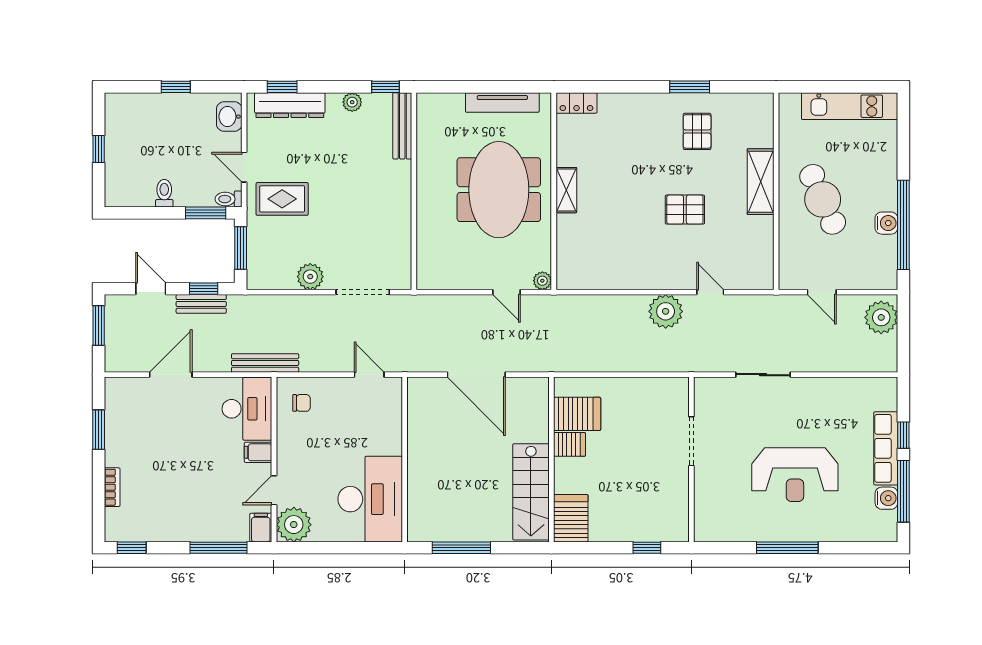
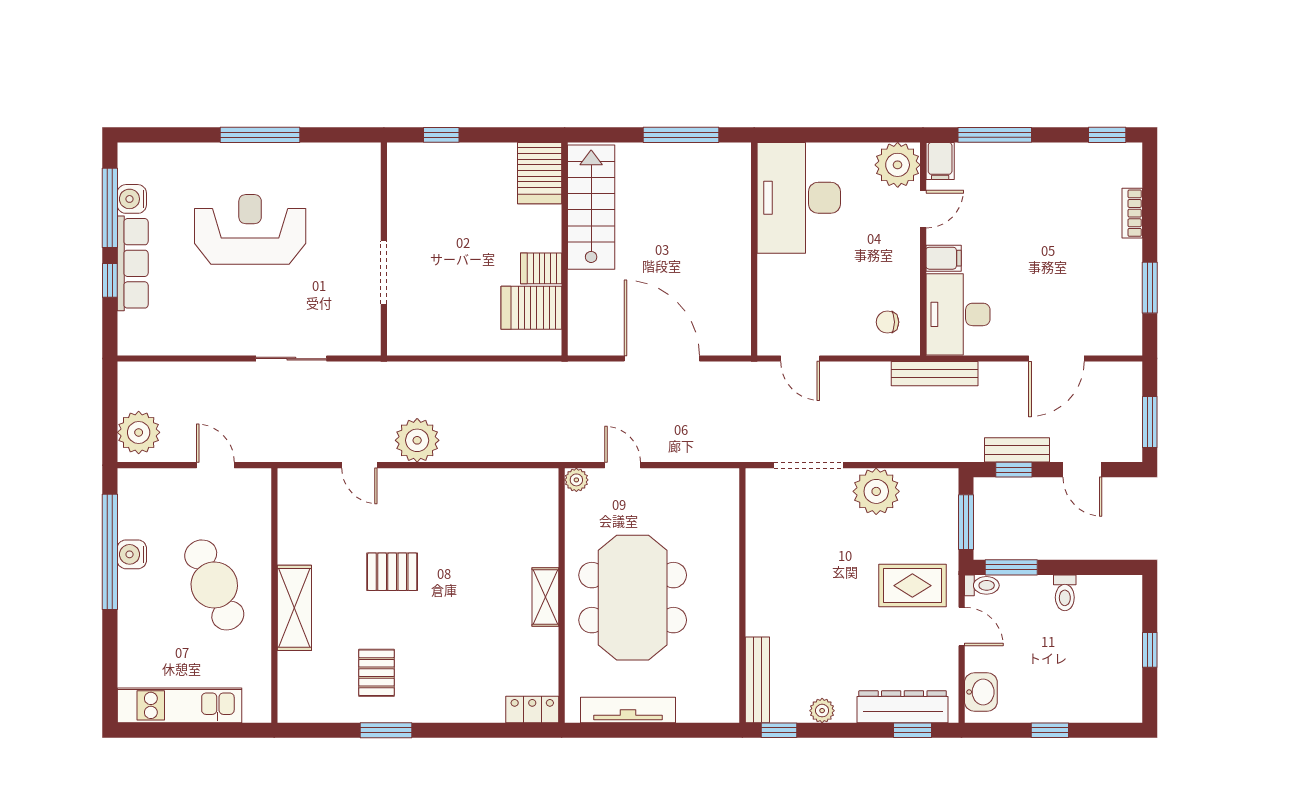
plant: (310, 277) -> (876, 491), width x1.36, depth x1.36

